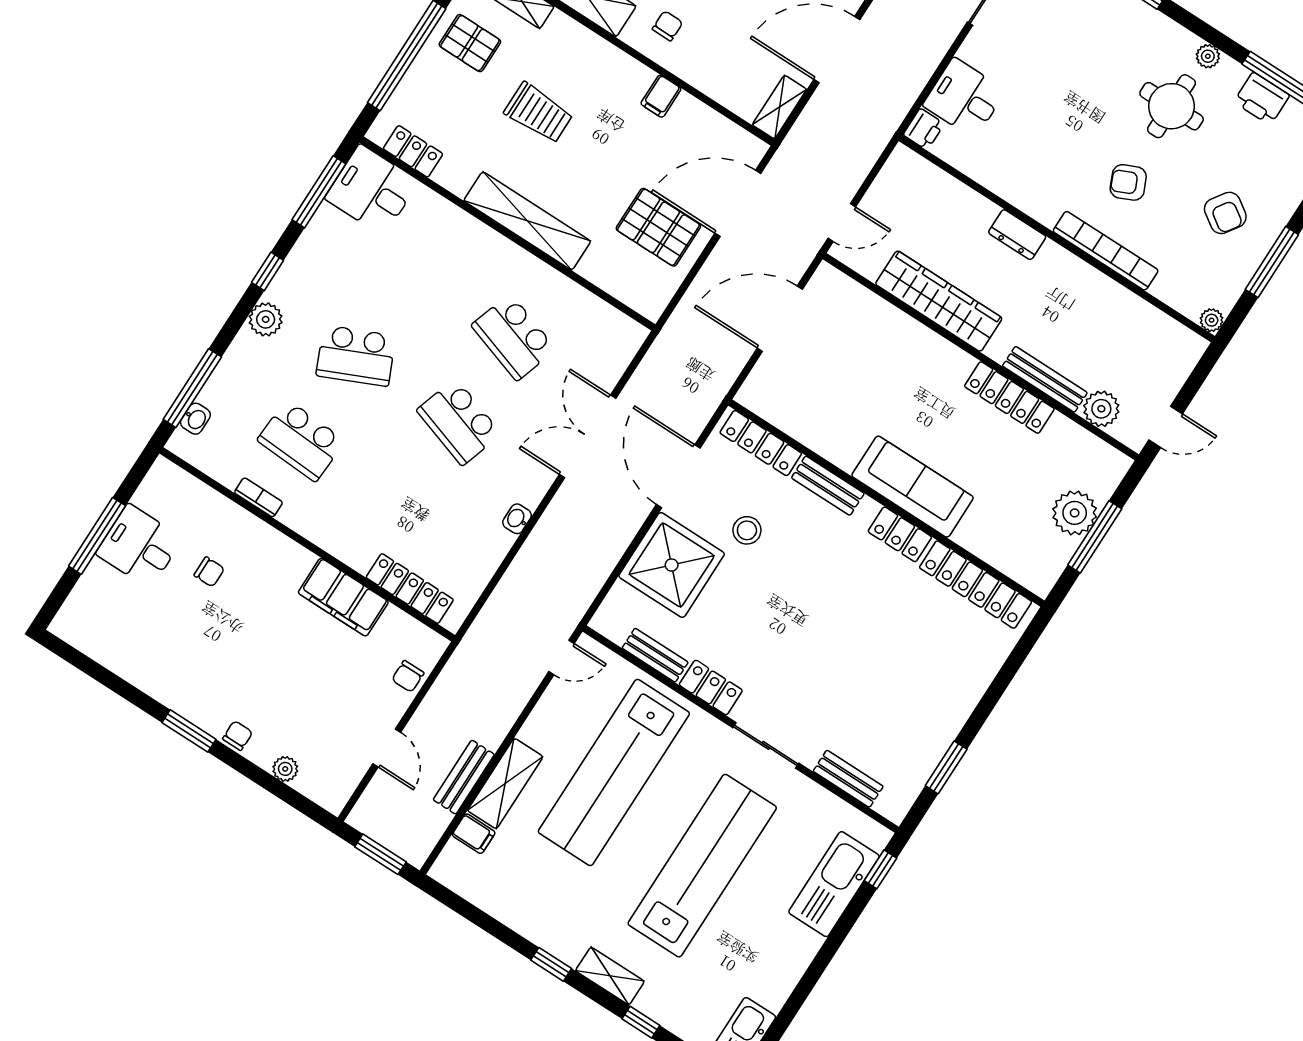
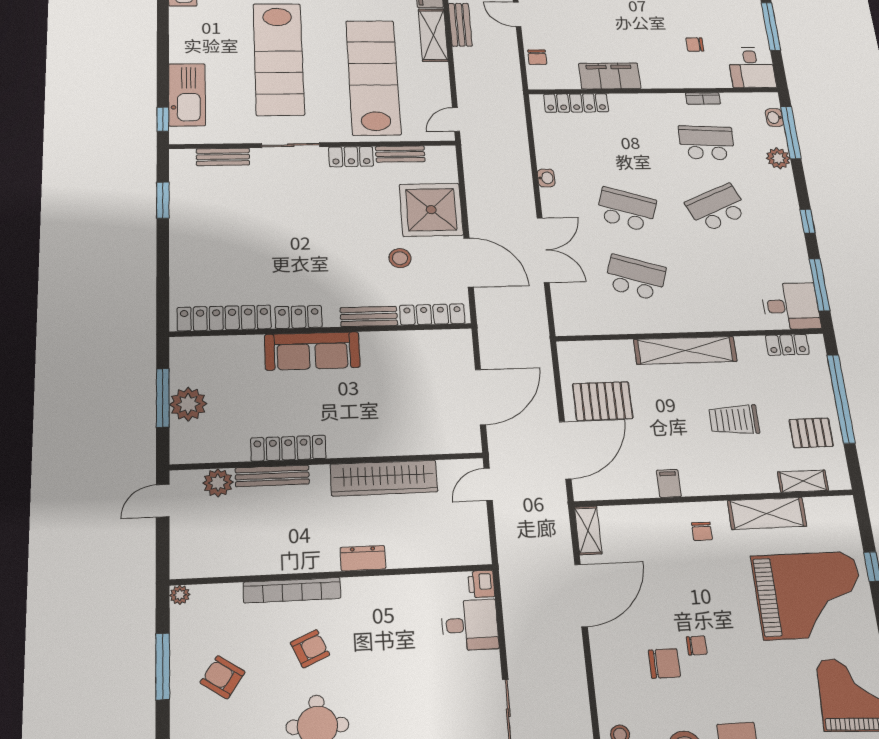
plant: (266, 319) -> (778, 158), moved
desk: (139, 546) -> (752, 68), moved, turned 90
chair: (408, 676) -> (537, 57), turned 180

